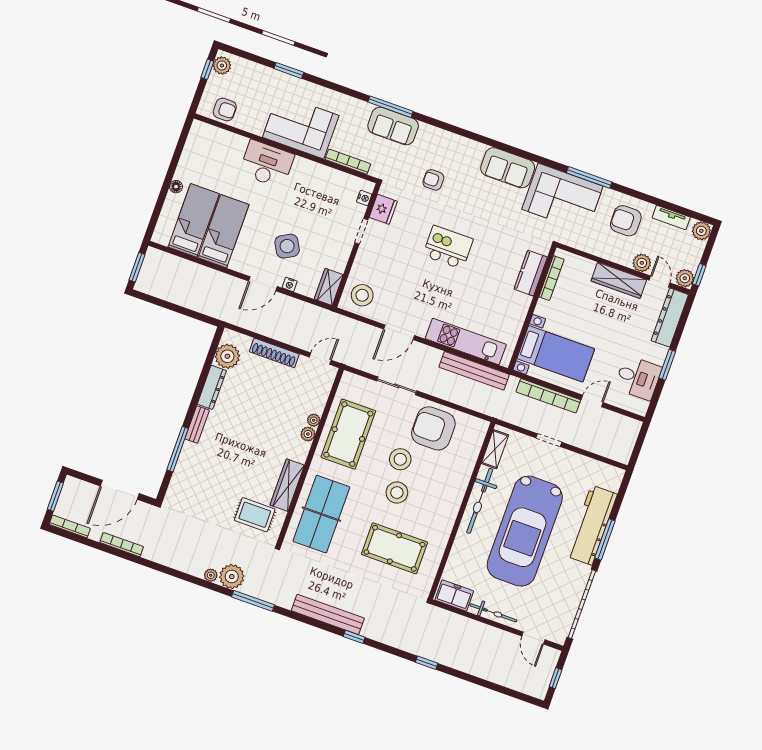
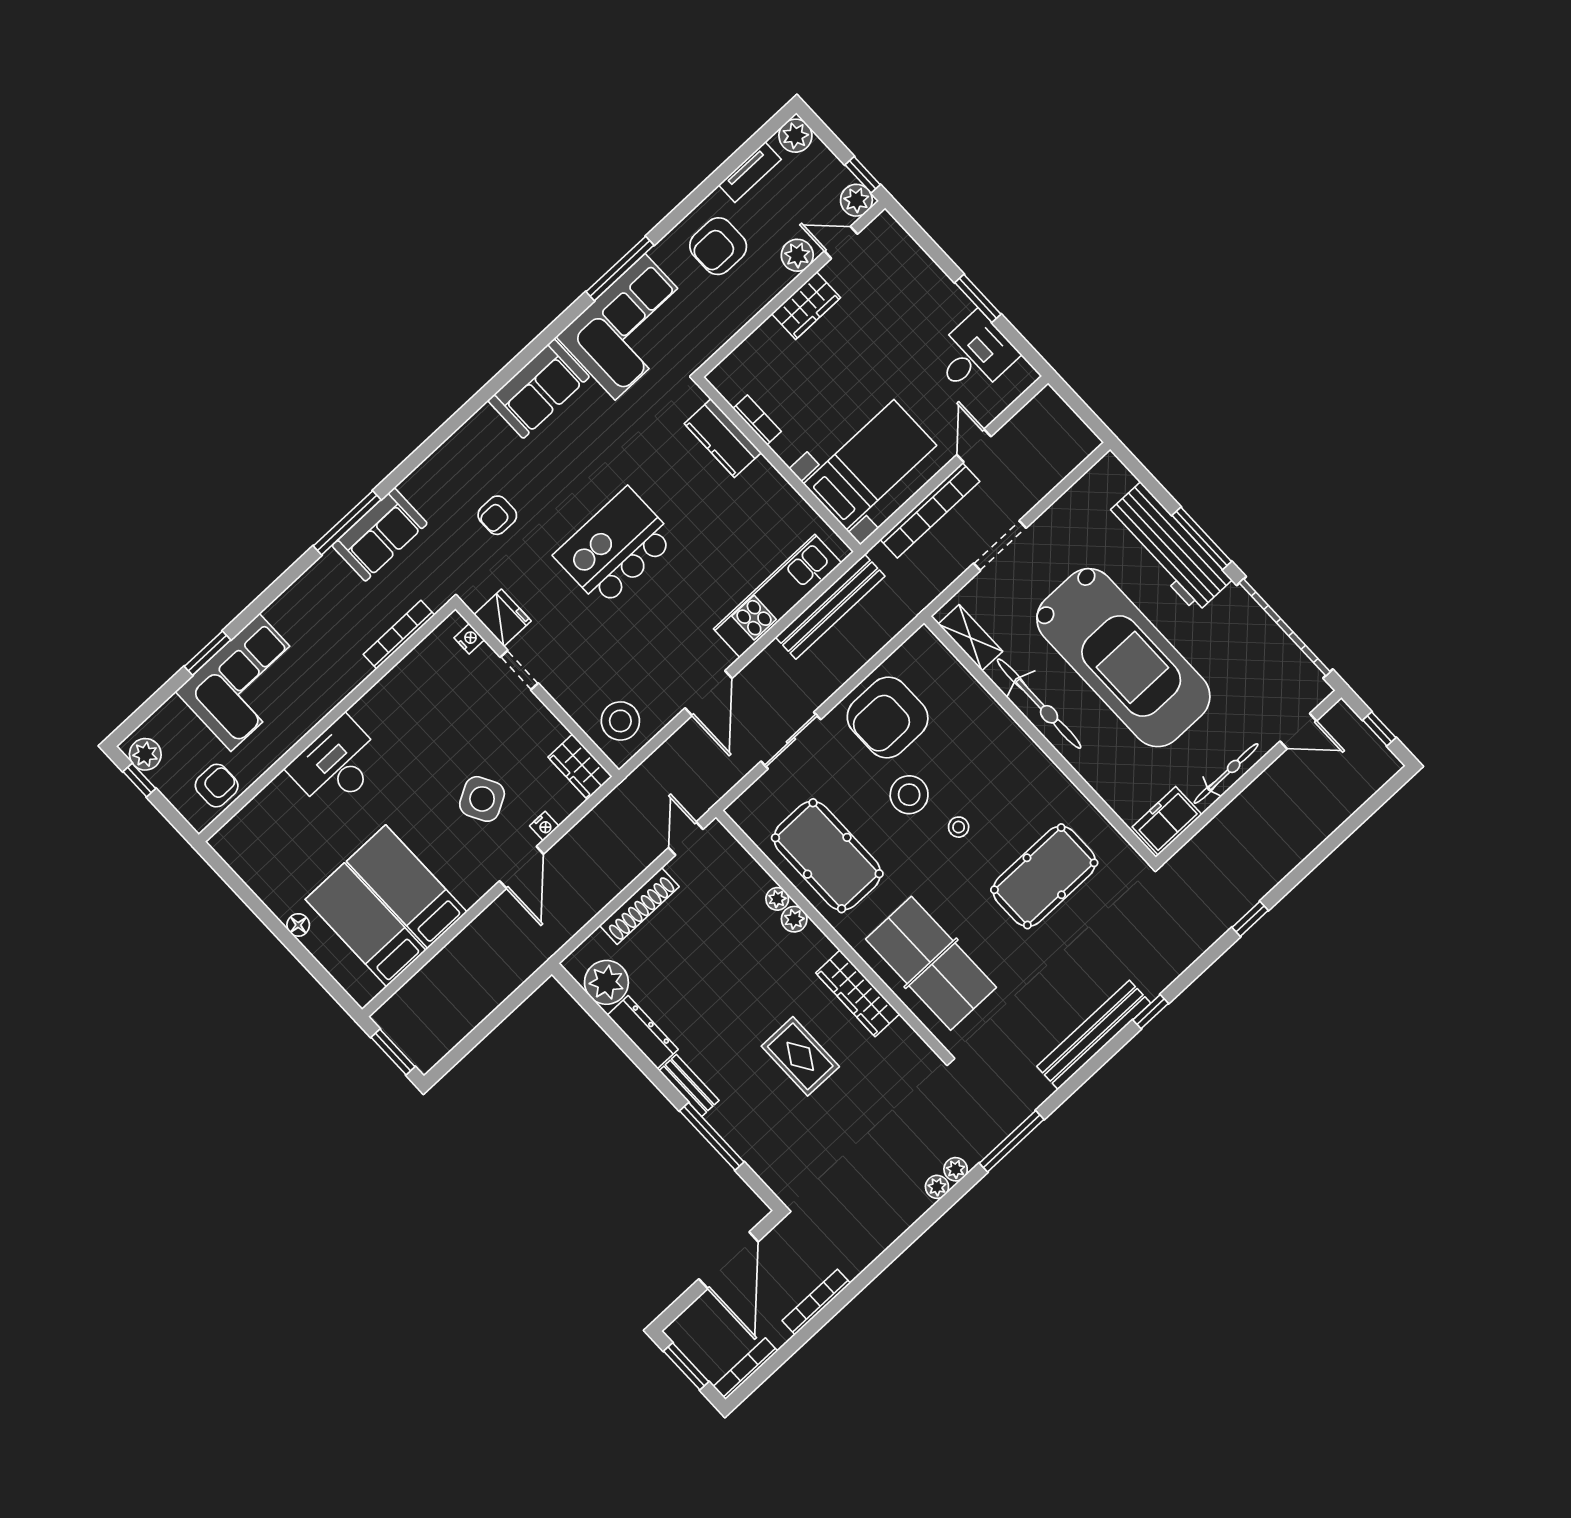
corner sofa: (301, 126) -> (245, 682), moved, turned 180
kitchen island: (448, 247) -> (615, 547), width x1.37, depth x1.28
bookcase: (551, 278) -> (757, 420), width x0.64
wardrobe: (619, 280) -> (806, 306), width x0.67
dresser: (670, 318) -> (906, 256), removed
doorway: (549, 440) -> (1000, 546), width x1.38
stool: (397, 493) -> (959, 827), width x0.53, depth x0.53
rug: (255, 515) -> (800, 1056), moved, turned 90
plant: (232, 577) -> (956, 1169), width x0.53, depth x0.53

